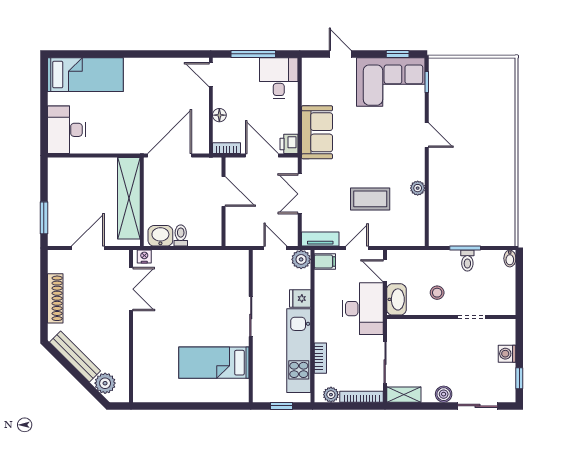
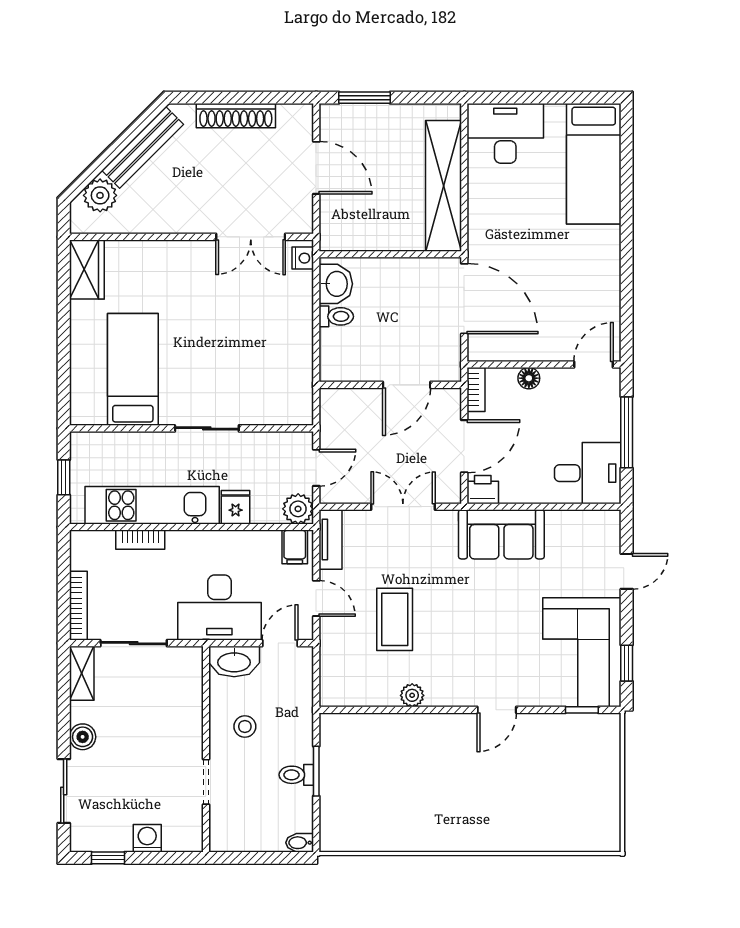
shelving: (129, 198) -> (443, 186), moved, turned 90
wardrobe: (151, 391) -> (87, 270), added
plant: (331, 395) -> (82, 557), removed

